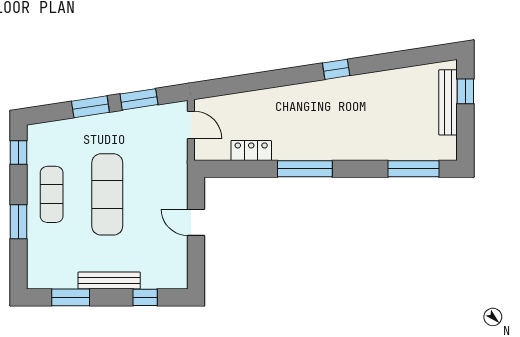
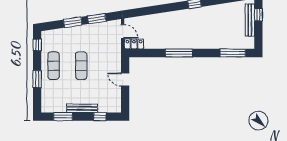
locker: (251, 150) -> (134, 44), moved
exercise mat: (107, 194) -> (81, 66), width x0.73, depth x0.69

